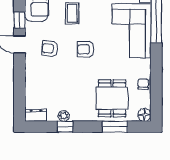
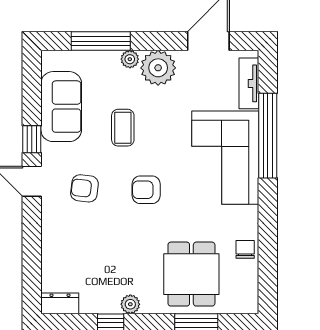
floor lamp: (144, 115) -> (247, 303), removed
plant: (64, 116) -> (130, 304), moved

